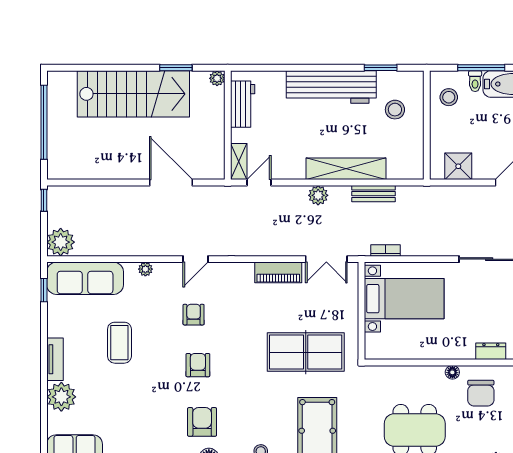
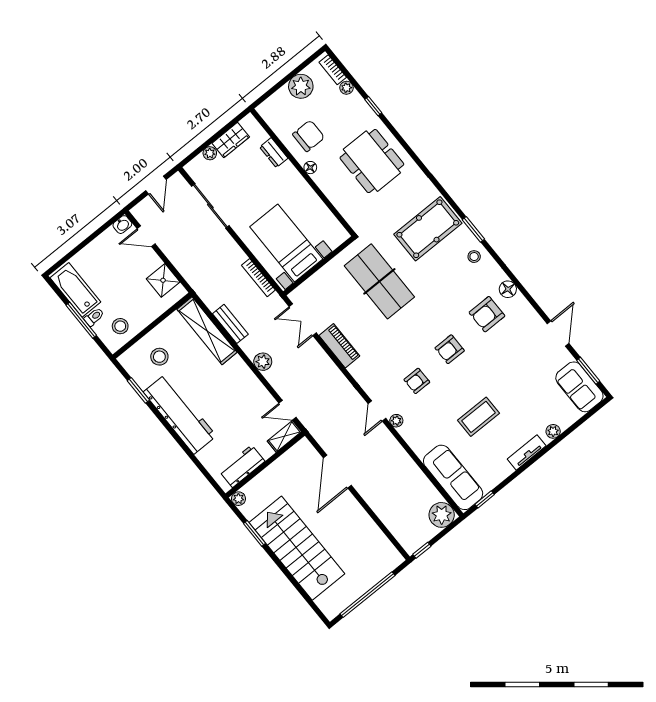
shelving: (346, 169) -> (207, 331), moved
bookcase: (386, 250) -> (258, 278), width x1.56
door: (196, 259) -> (377, 411), swing flipped
double door: (326, 259) -> (303, 320), swing flipped
plant: (145, 269) -> (396, 421), moved
plant: (61, 397) -> (553, 431), width x0.53, depth x0.53

